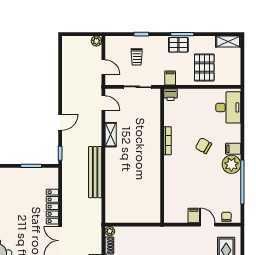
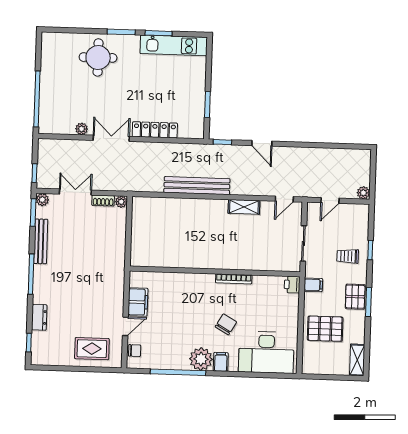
trolley: (137, 57) -> (348, 256), moved
desk: (228, 107) -> (266, 352), width x1.36, depth x1.30
filing cabinet: (194, 215) -> (138, 302), width x2.00

